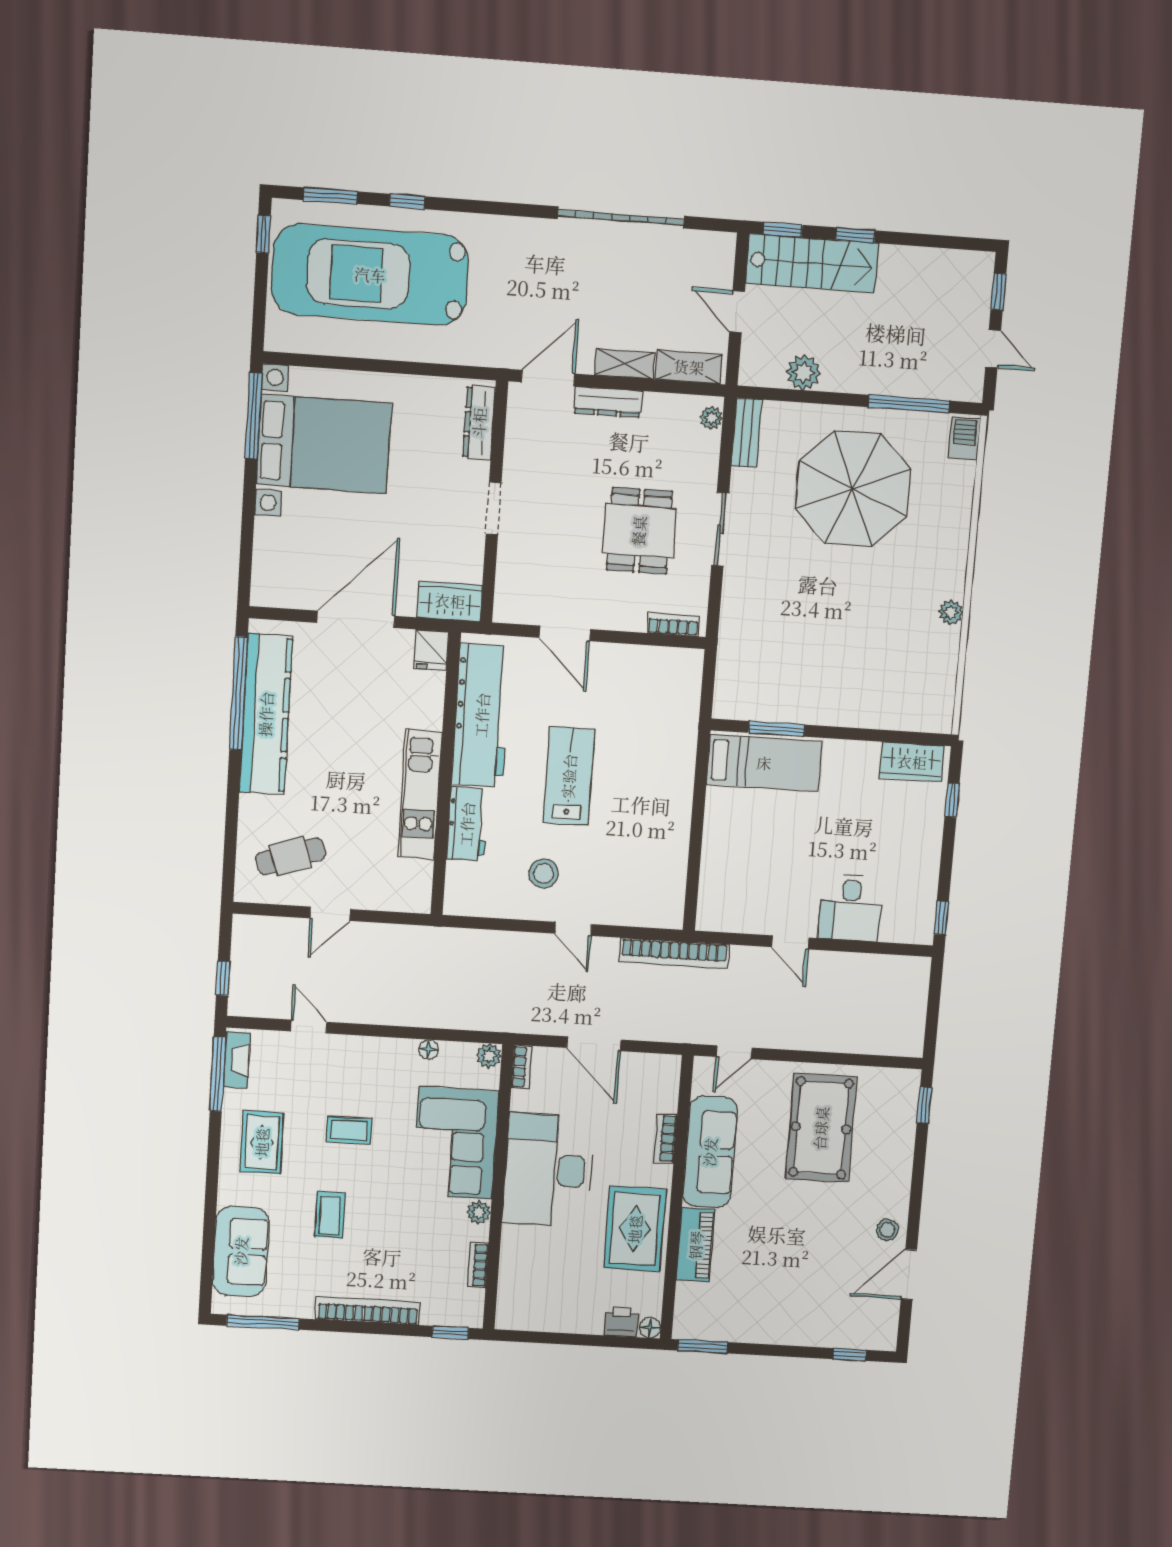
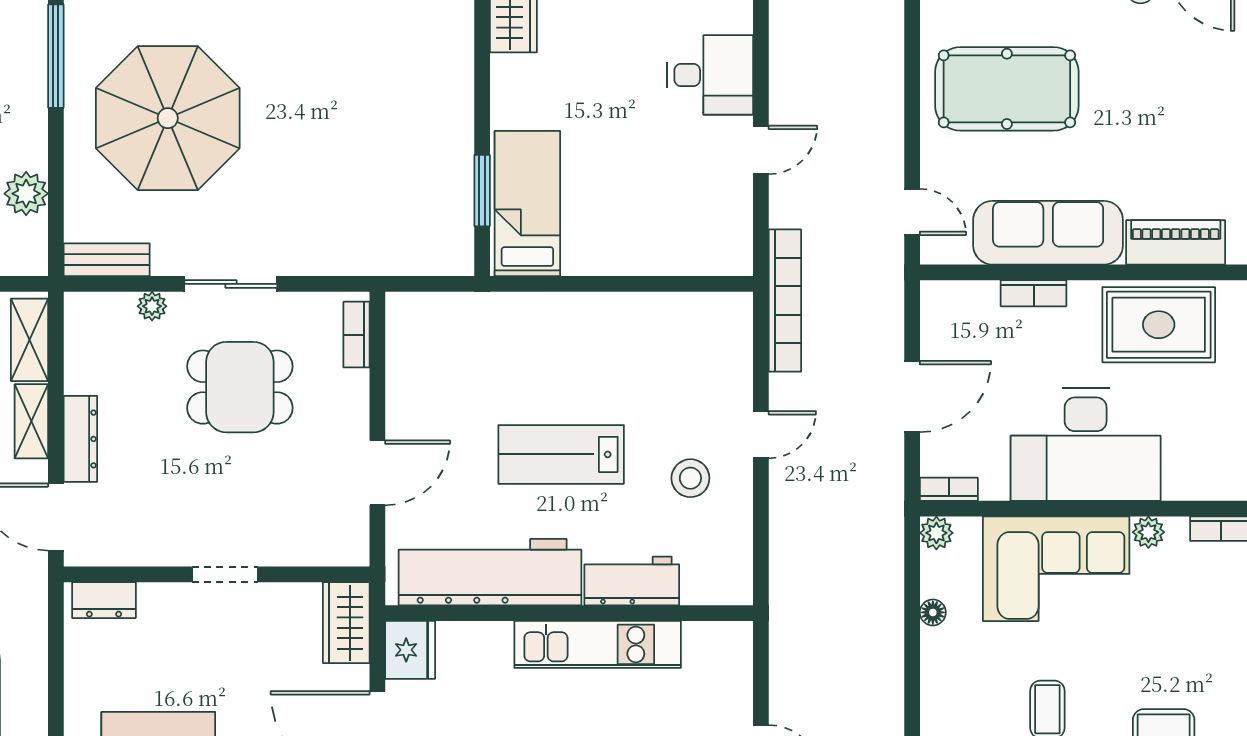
plant: (711, 418) -> (152, 306), moved
dresser: (479, 423) -> (104, 600), width x0.70
fridge: (431, 650) -> (410, 650), width x1.38

